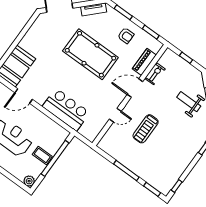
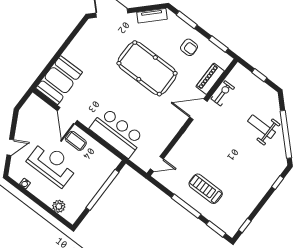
door: (24, 96) -> (67, 116), hinge flipped
door: (115, 115) -> (157, 164), moved
treadmill: (146, 129) -> (206, 189), moved, turned 90
coffee table: (42, 155) -> (76, 141), moved
plant: (29, 181) -> (59, 206), moved

